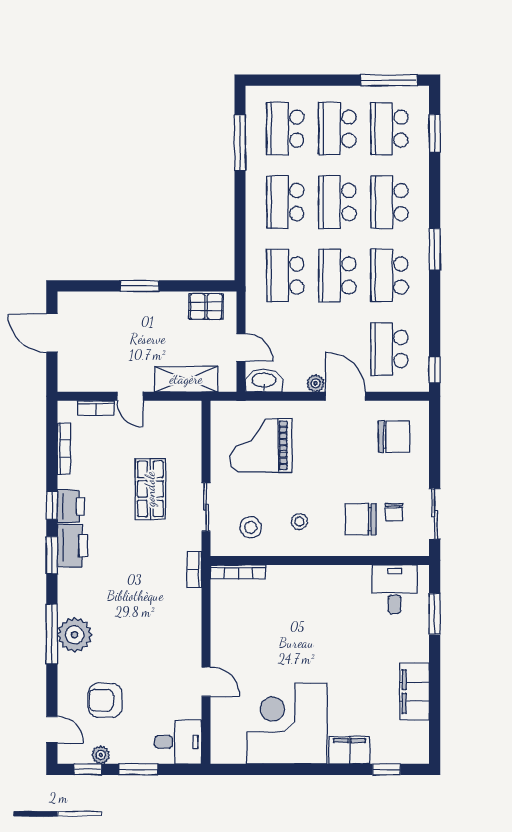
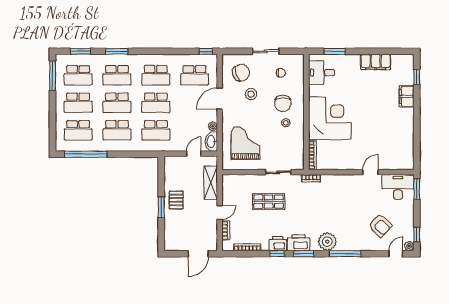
window: (240, 143) -> (86, 154), width x1.46
window: (435, 249) -> (117, 51), moved
pallet: (206, 306) -> (176, 200), moved
door: (52, 333) -> (198, 254), moved
plant: (316, 383) -> (213, 126), moved
chair: (394, 437) -> (241, 73), turned 71
grand piano: (261, 445) -> (246, 143), turned 180
sliding door: (435, 514) -> (266, 51), moved
chair: (361, 519) -> (283, 103), moved
stool: (251, 527) -> (251, 94), moved
plant: (75, 635) -> (327, 242), moved
armchair: (105, 700) -> (380, 225), turned -46
corner desk: (287, 724) -> (330, 118), moved, turned 180
desk: (178, 742) -> (398, 187), width x1.37
plant: (101, 755) -> (409, 246), moved
window: (139, 769) -> (417, 189), moved

